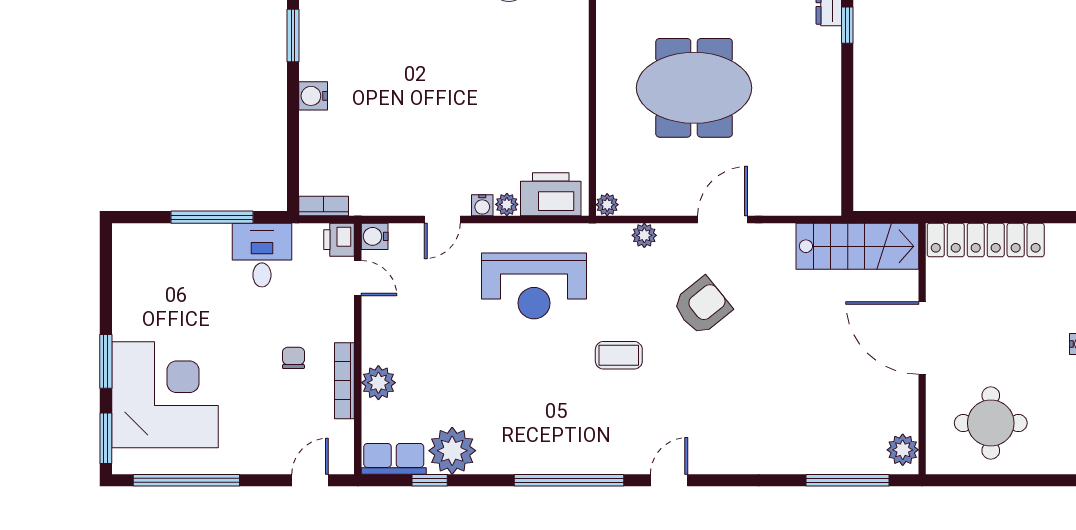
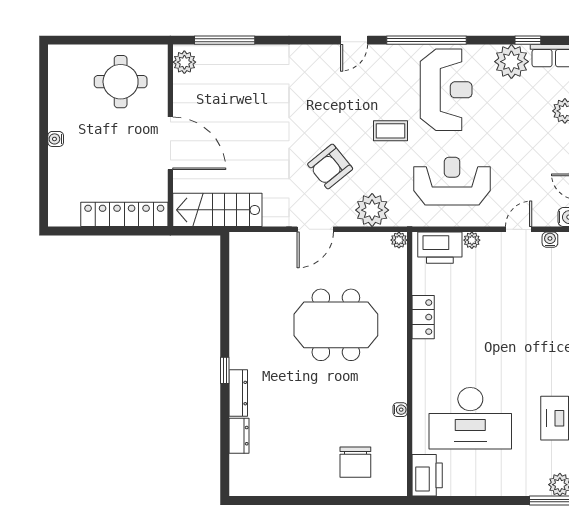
locker: (574, 99) -> (423, 317), added
water cooler: (482, 205) -> (550, 240), moved
plant: (644, 235) -> (372, 210), width x1.88, depth x1.88
reception desk: (542, 412) -> (446, 90), added

